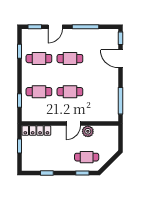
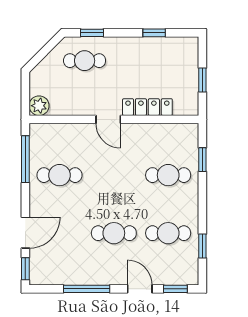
door: (55, 27) -> (140, 289), hinge flipped
door: (120, 59) -> (25, 233), hinge flipped
cafe table: (70, 92) -> (60, 175), moved
door: (73, 123) -> (108, 119), swing flipped
locker: (36, 131) -> (147, 107), moved
plant: (88, 131) -> (39, 106), moved

